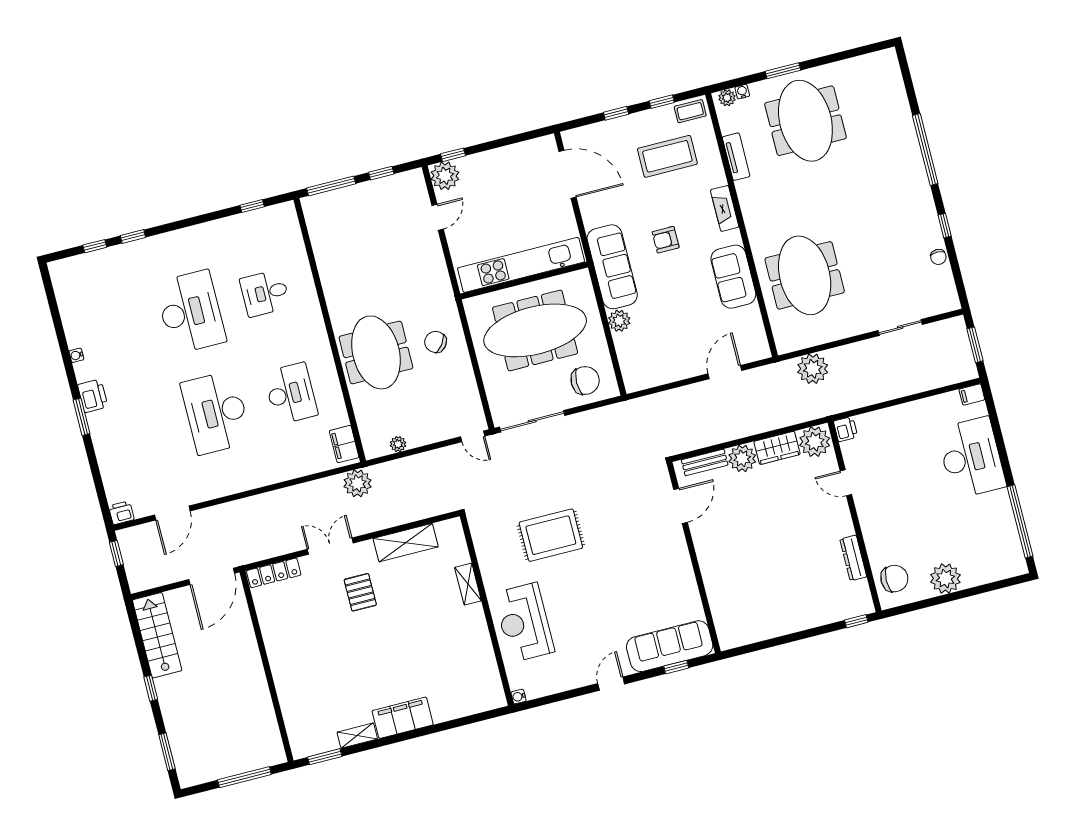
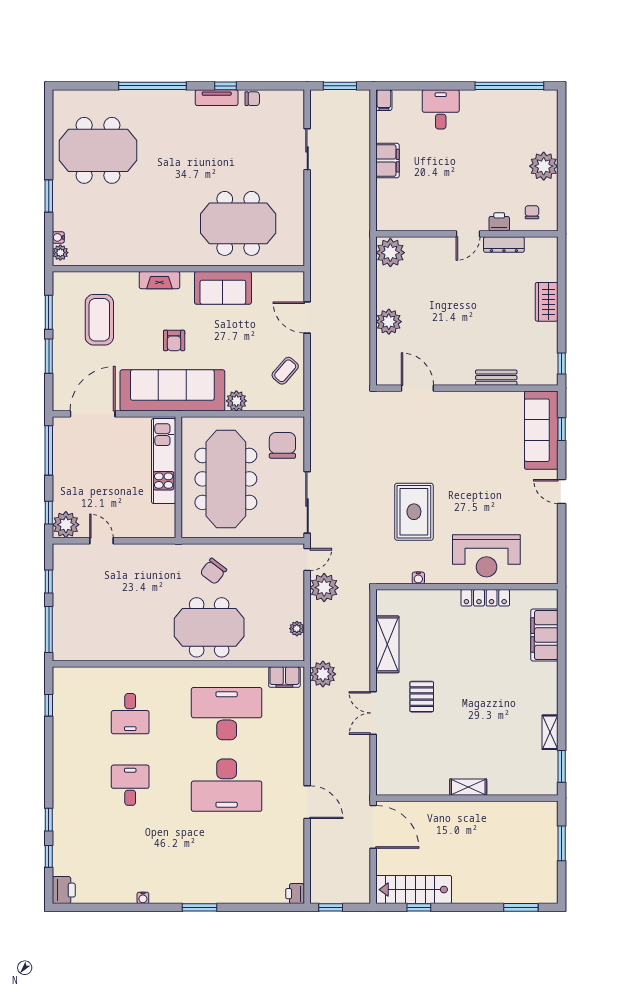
window: (662, 102) -> (49, 312), width x1.50
coffee table: (690, 111) -> (285, 371), moved, turned 41
window: (616, 113) -> (49, 356), width x1.50
meeting table: (805, 121) -> (98, 150), moved
window: (518, 138) -> (49, 450), added
tv unit: (736, 157) -> (217, 98), moved, turned 180
kitchen unit: (521, 265) -> (164, 461), width x0.73
sofa: (612, 267) -> (172, 390), width x1.36, depth x1.27
desk: (190, 312) -> (130, 785), width x0.53, depth x0.77
plant: (813, 369) -> (324, 588), moved
desk: (291, 394) -> (227, 714), width x1.36, depth x1.30
printer: (93, 396) -> (64, 890), moved, turned 90
filing cabinet: (910, 414) -> (388, 161), added
printer: (846, 429) -> (499, 222), moved
wardrobe: (777, 448) -> (547, 302), moved, turned 180
desk: (971, 458) -> (441, 109), width x0.53, depth x0.77
bench: (705, 462) -> (496, 378), moved, turned 90
door: (846, 483) -> (468, 234), moved
door: (172, 513) -> (307, 802), moved
locker: (274, 573) -> (485, 598), moved, turned 90
chair: (894, 579) -> (532, 212), width x0.54, depth x0.54
shelving: (468, 584) -> (468, 787), moved
pallet: (360, 592) -> (422, 697), turned 90
window: (856, 621) -> (562, 363), moved
window: (151, 688) -> (419, 907), moved
water cooler: (518, 697) -> (418, 578), moved
filing cabinet: (403, 718) -> (544, 635), moved
window: (244, 777) -> (562, 843), width x0.69

